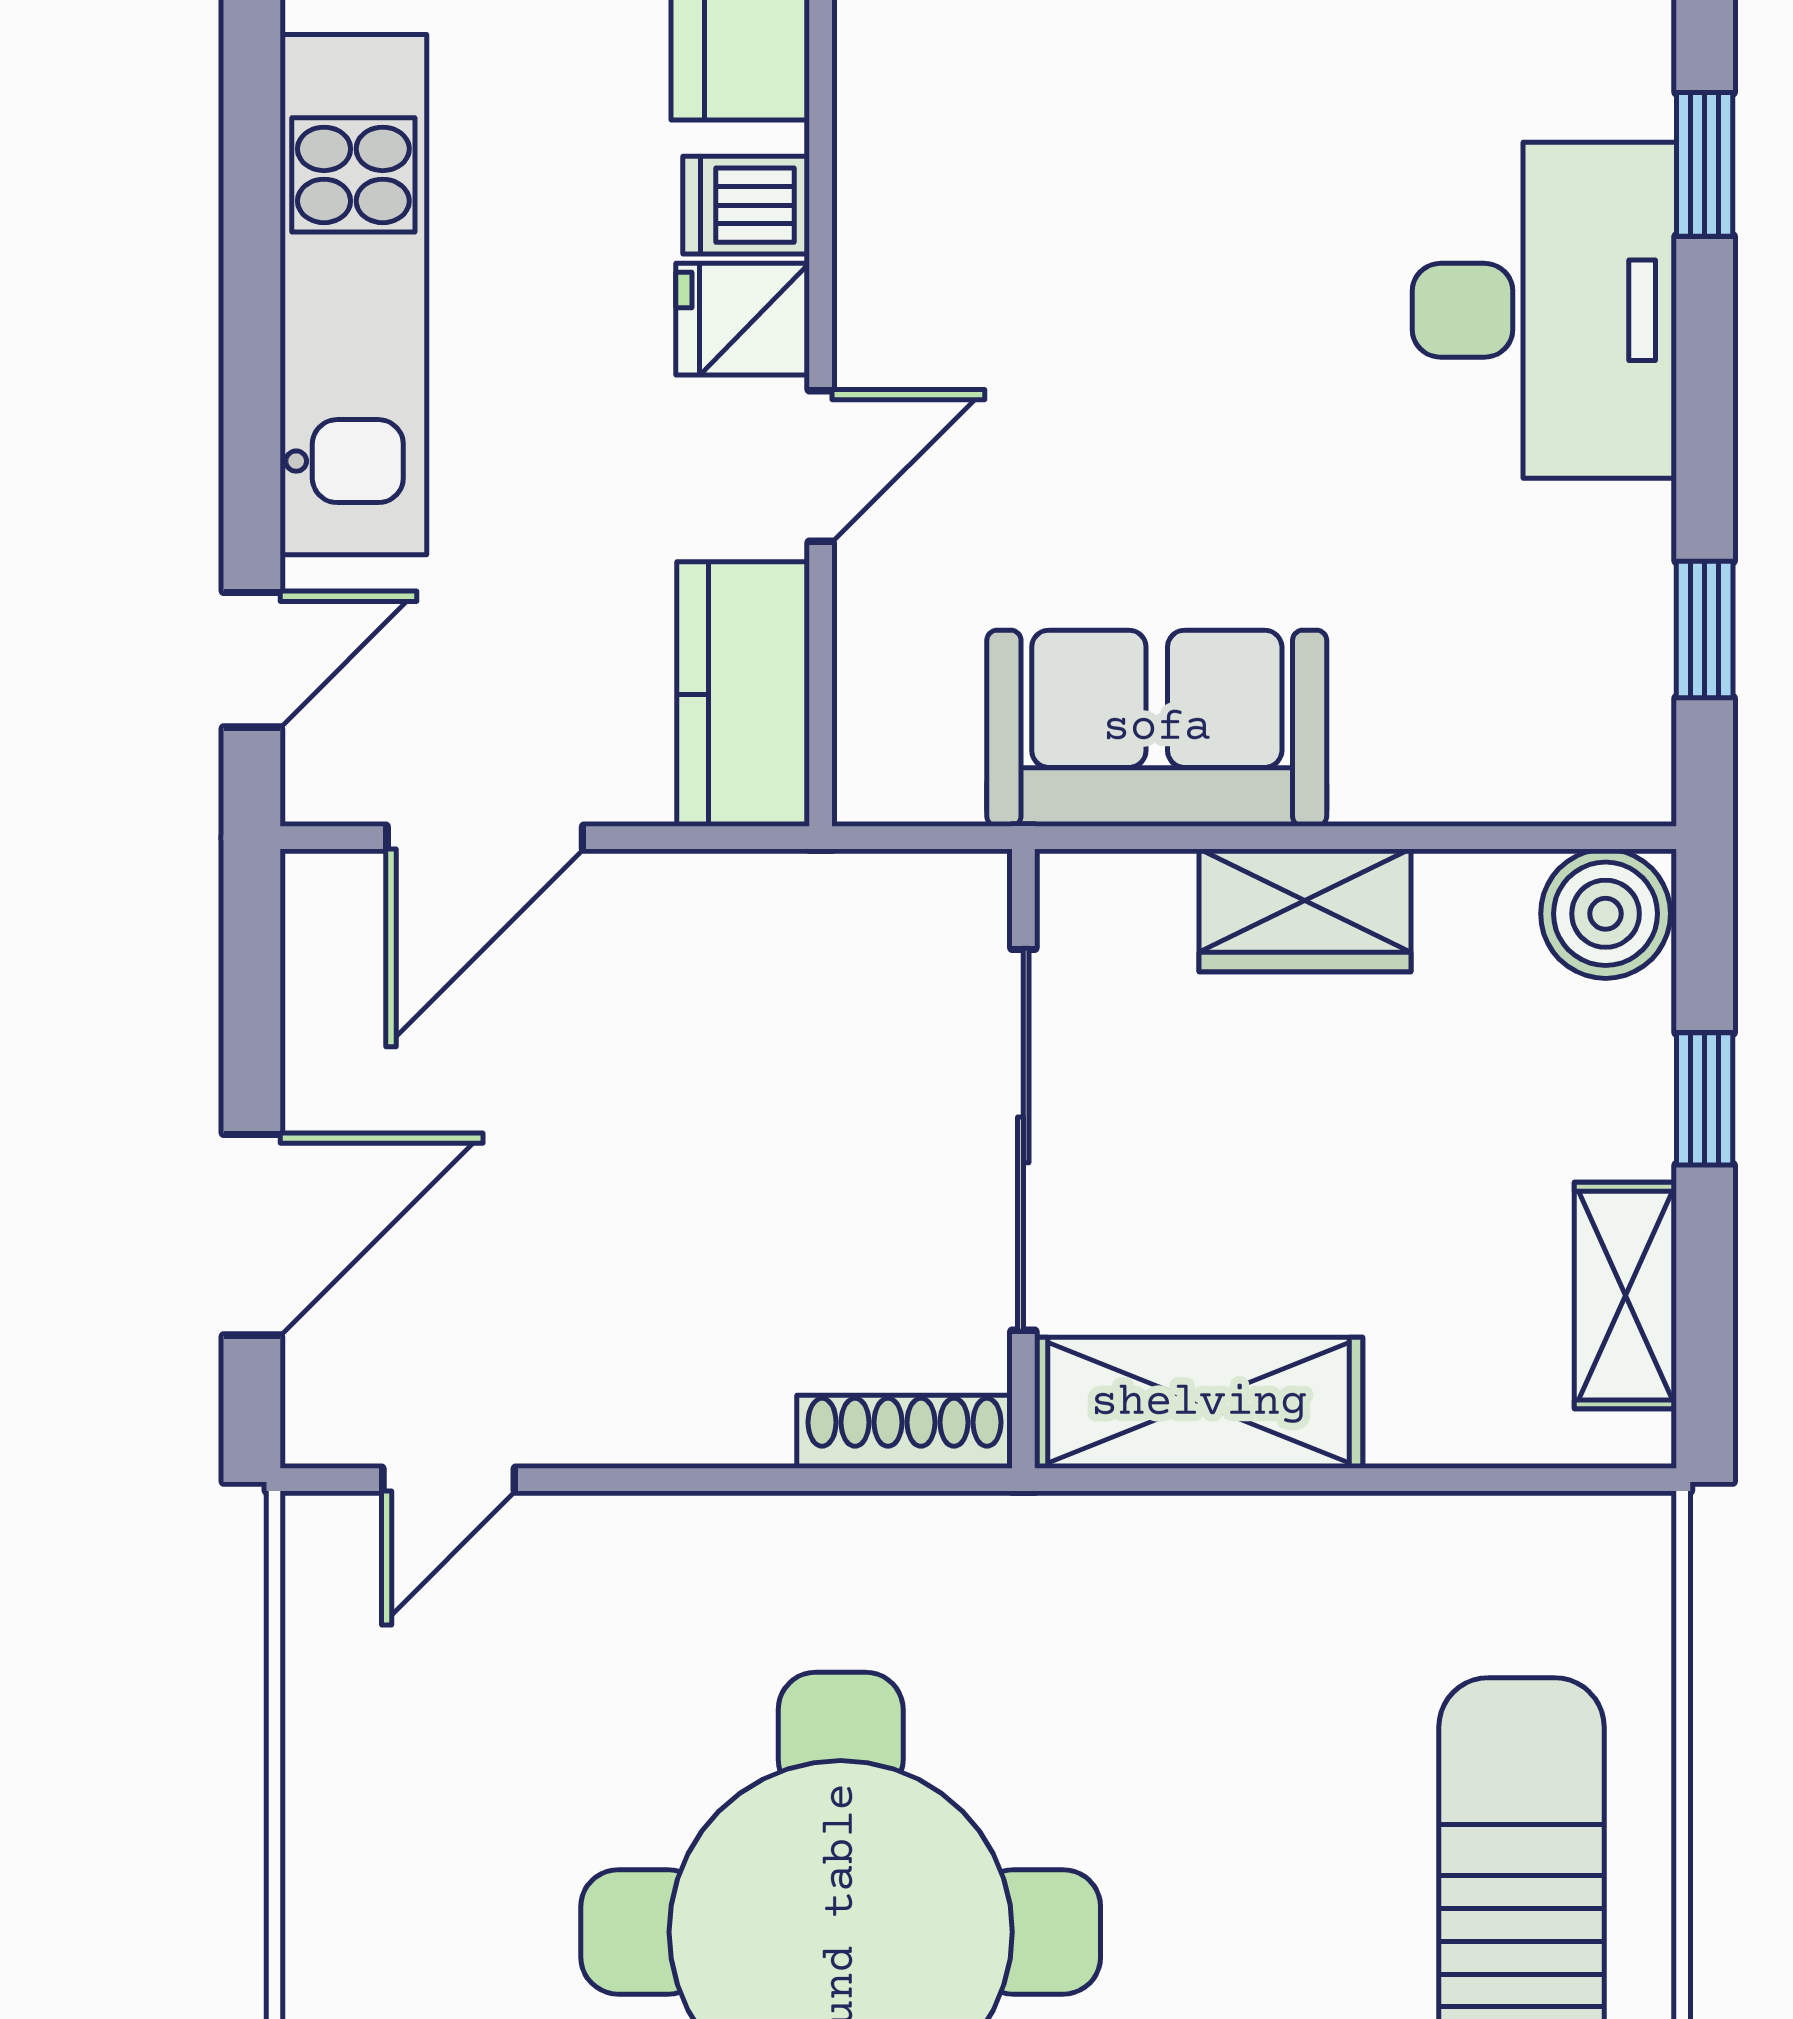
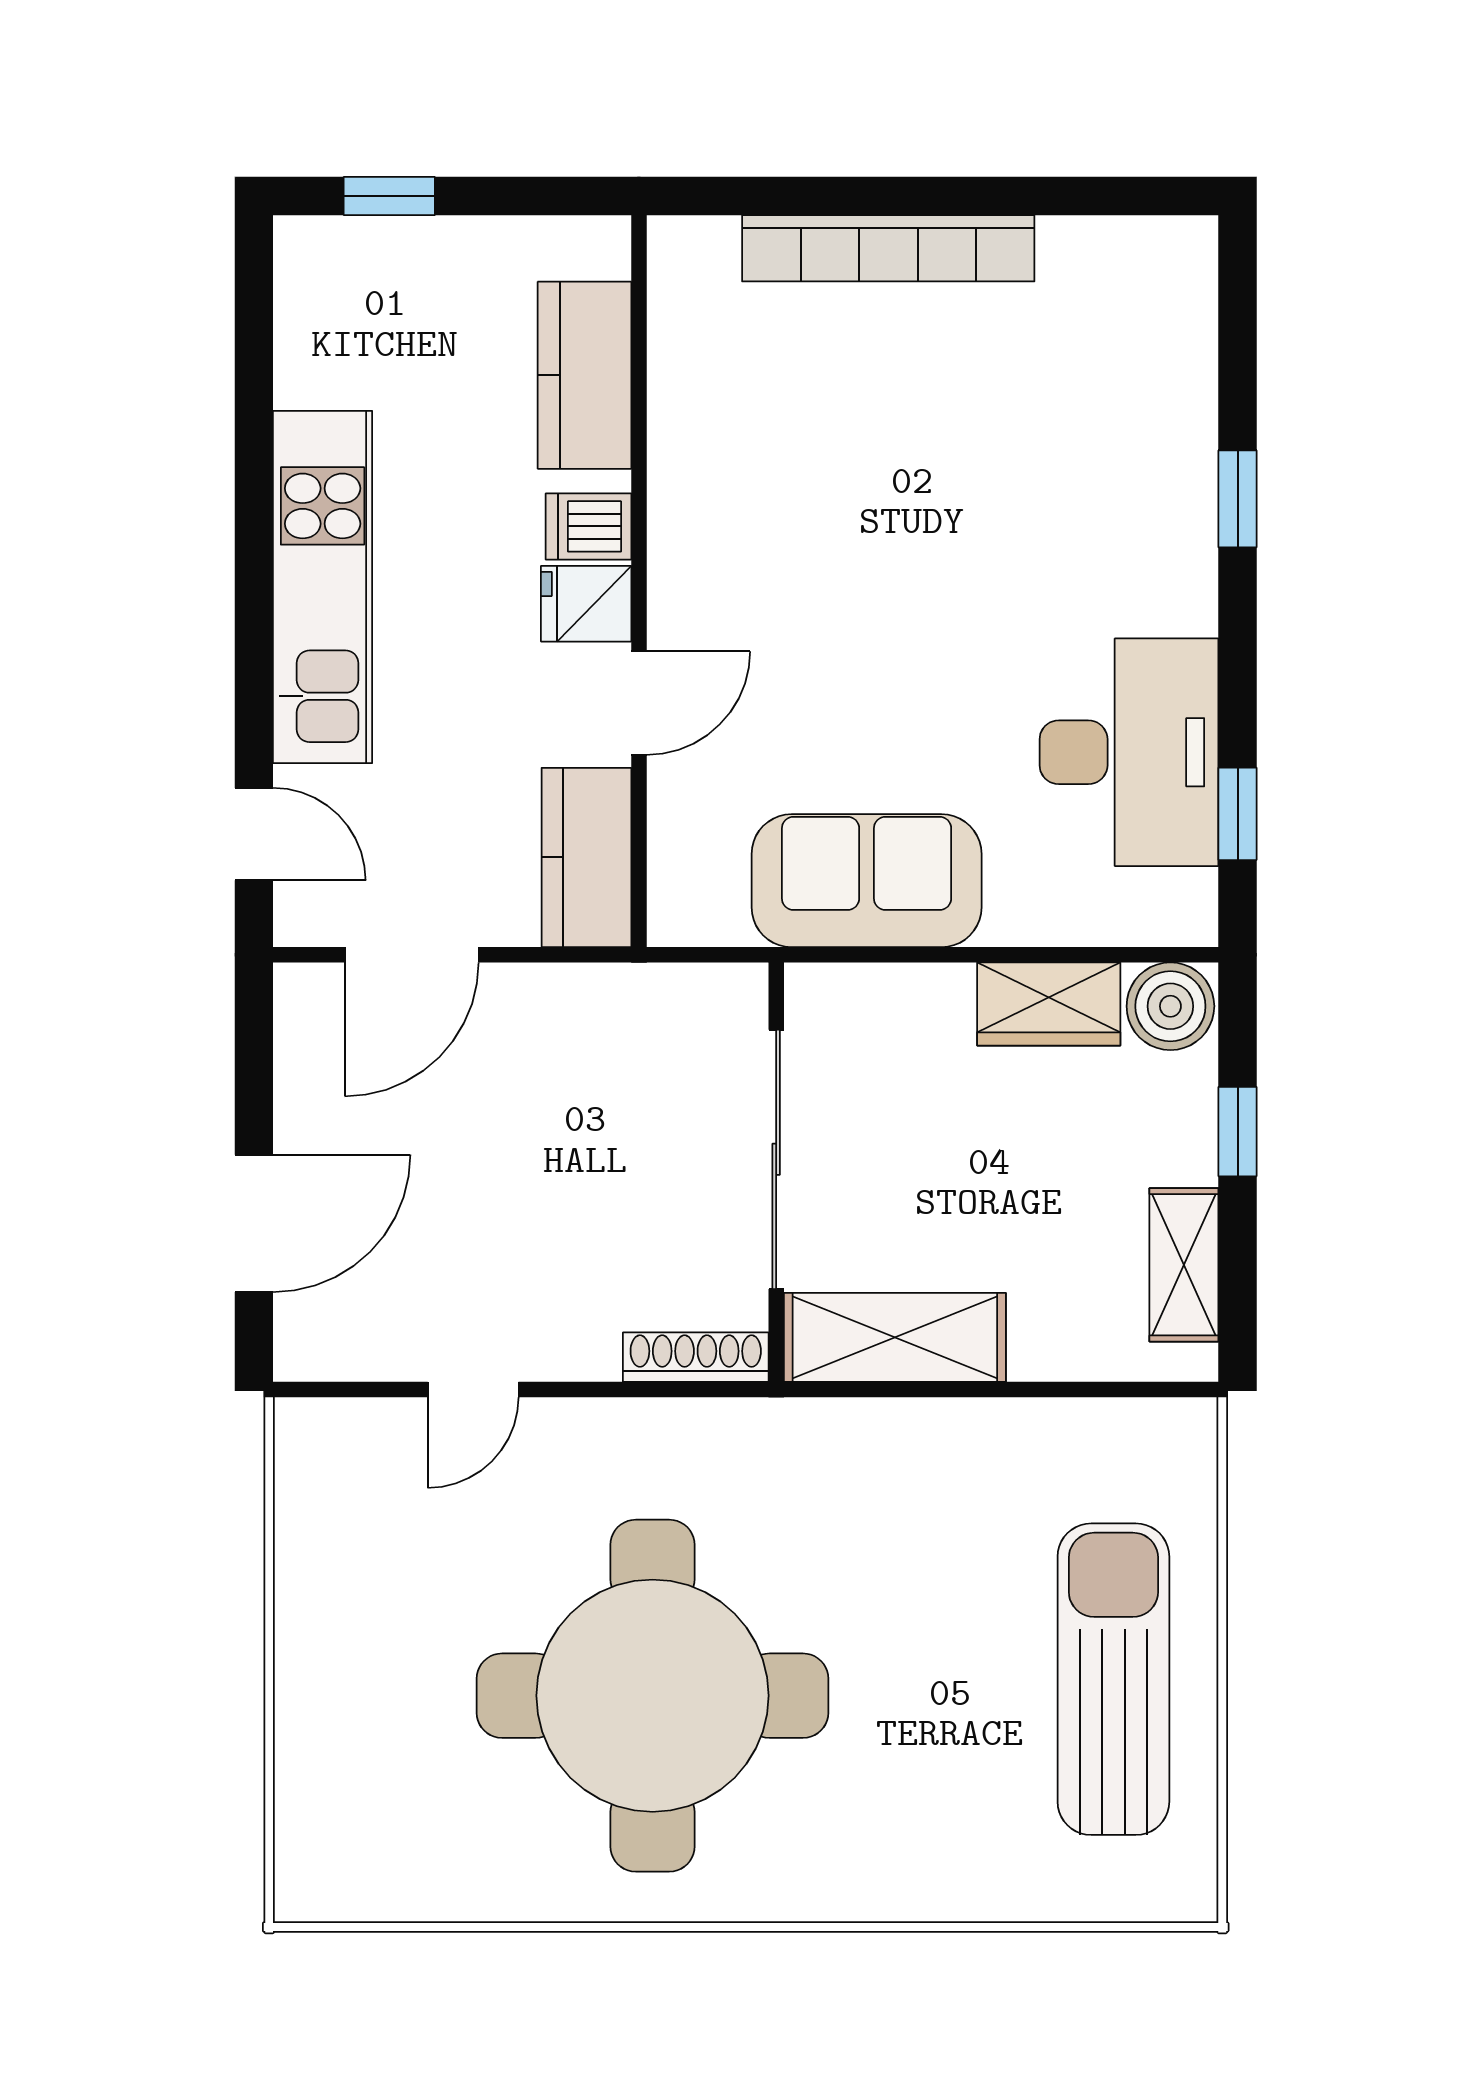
desk: (1544, 310) -> (1129, 752), moved
door: (252, 660) -> (254, 834), hinge flipped
wardrobe: (1305, 910) -> (1049, 1004), moved
door: (449, 1480) -> (473, 1389), moved

